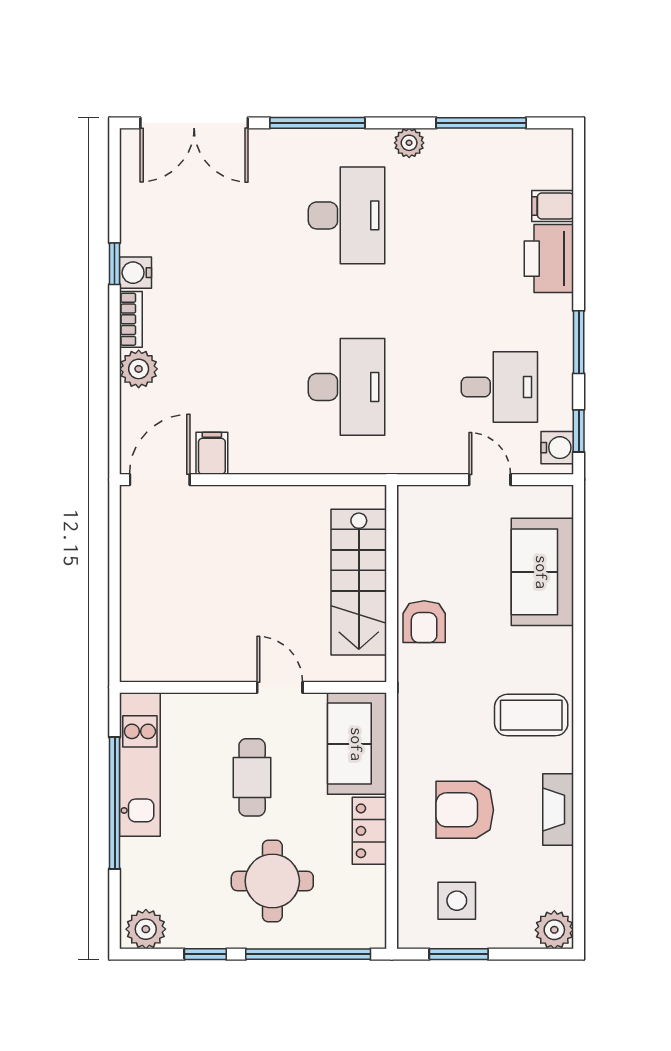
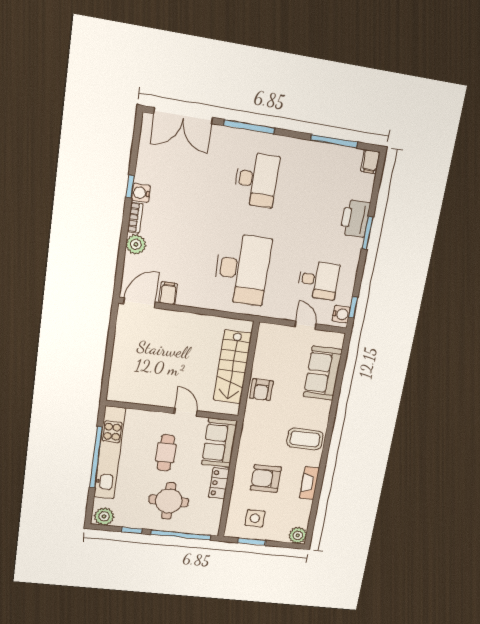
plant: (409, 143) -> (295, 146), removed
filing cabinet: (553, 206) -> (370, 162), moved, turned -90
window: (579, 342) -> (367, 233), moved
desk: (347, 387) -> (242, 269), width x1.36, depth x1.30
kitchen unit: (140, 764) -> (109, 453), width x1.36

